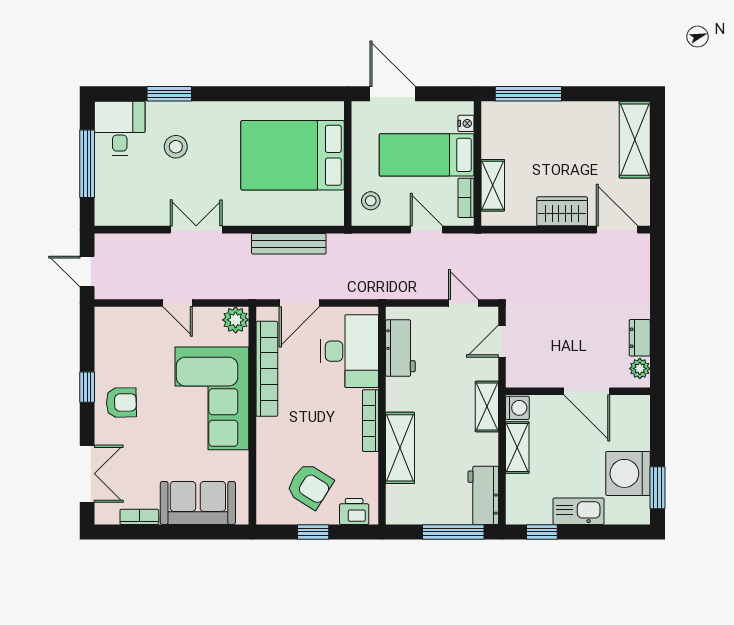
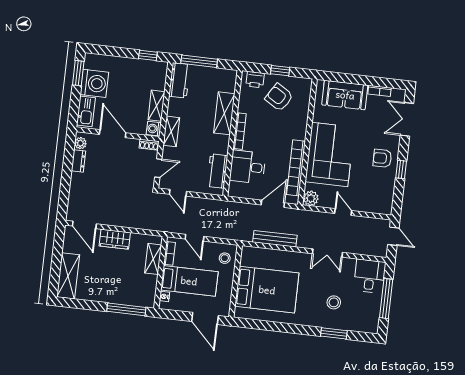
desk: (120, 128) -> (370, 276), moved, turned 180
desk: (350, 351) -> (248, 167), width x0.73
shoe rack: (522, 379) -> (149, 145), added
kitchen sink: (579, 511) -> (86, 111), moved, turned -90

